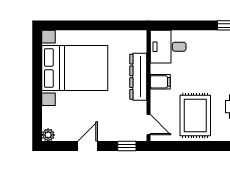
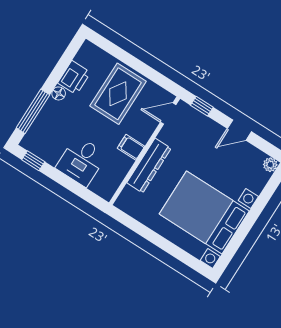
desk: (168, 47) -> (81, 161), moved, turned 90
door: (148, 125) -> (168, 114), hinge flipped

